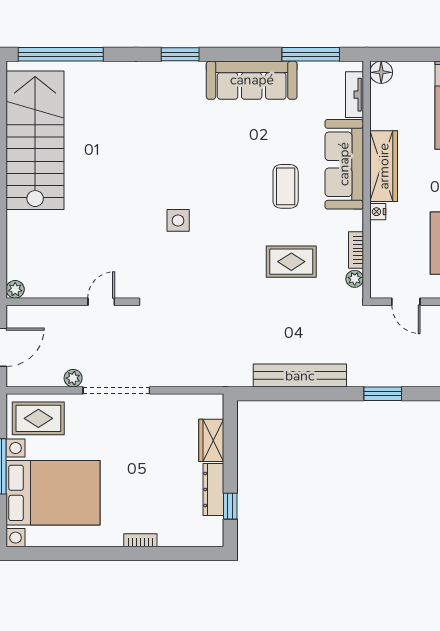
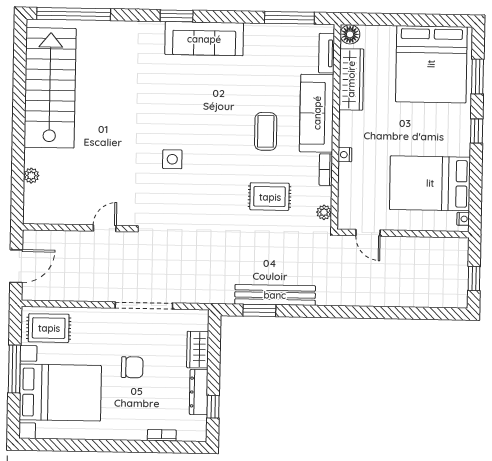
sofa: (252, 80) -> (204, 39), moved
wardrobe: (384, 166) -> (351, 79), moved
bookcase: (356, 250) -> (326, 170), moved
plant: (15, 289) -> (31, 176), moved
plant: (73, 378) -> (79, 294), removed
doorway: (116, 390) -> (144, 306), moved
window: (383, 394) -> (259, 310), moved
chair: (136, 462) -> (132, 367), added
bookcase: (140, 540) -> (162, 435), moved

